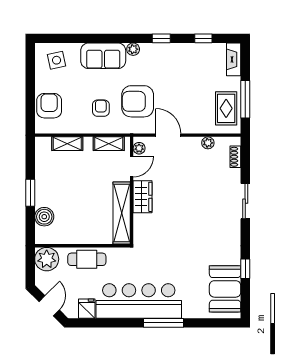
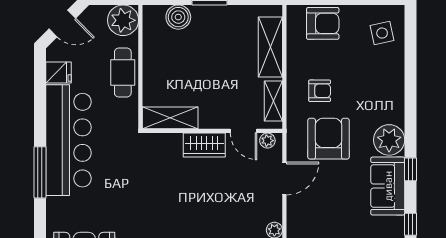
plant: (133, 49) -> (389, 140), width x1.88, depth x1.88
sofa: (103, 56) -> (388, 186), moved
shelving: (67, 144) -> (270, 47), width x1.50, depth x1.33
shelving: (122, 213) -> (170, 118), width x0.68

